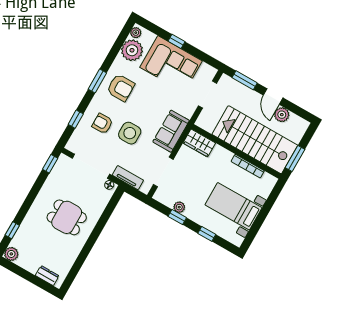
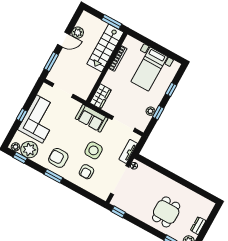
armchair: (121, 88) -> (58, 158), turned -90
window: (76, 119) -> (20, 158), moved
stairs: (255, 140) -> (105, 48), width x0.73, depth x0.66
dining table: (67, 217) -> (166, 212), moved
dresser: (47, 276) -> (198, 226), moved

